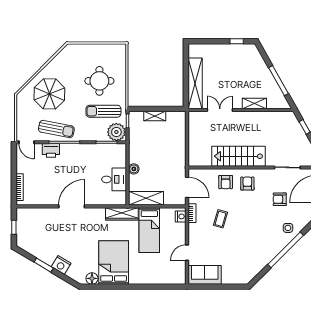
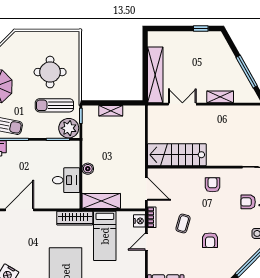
stairs: (239, 156) -> (177, 155), moved
armchair: (226, 182) -> (210, 240), moved
door: (187, 253) -> (146, 242), moved

